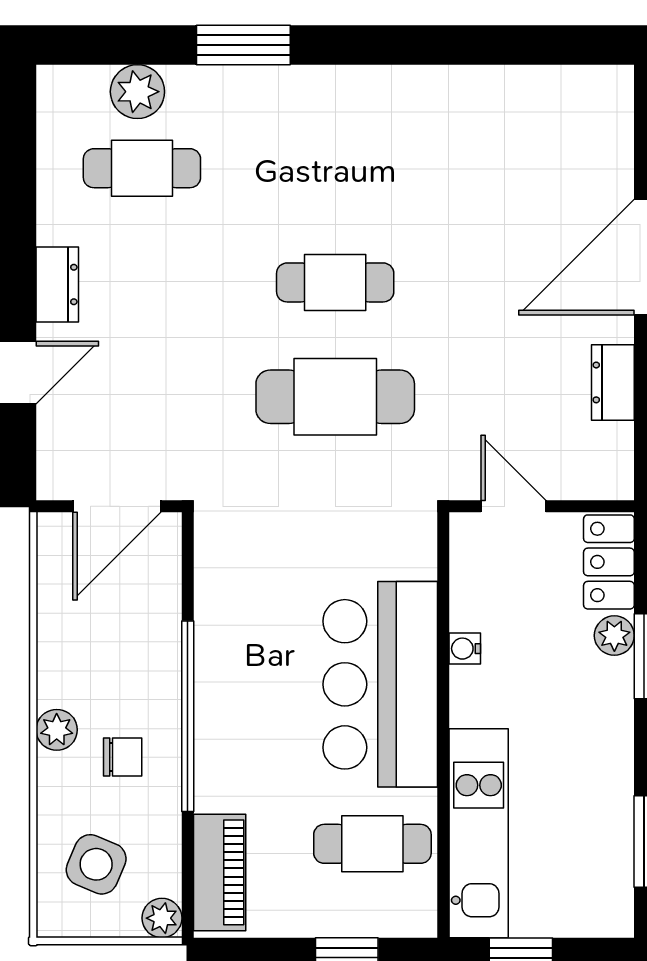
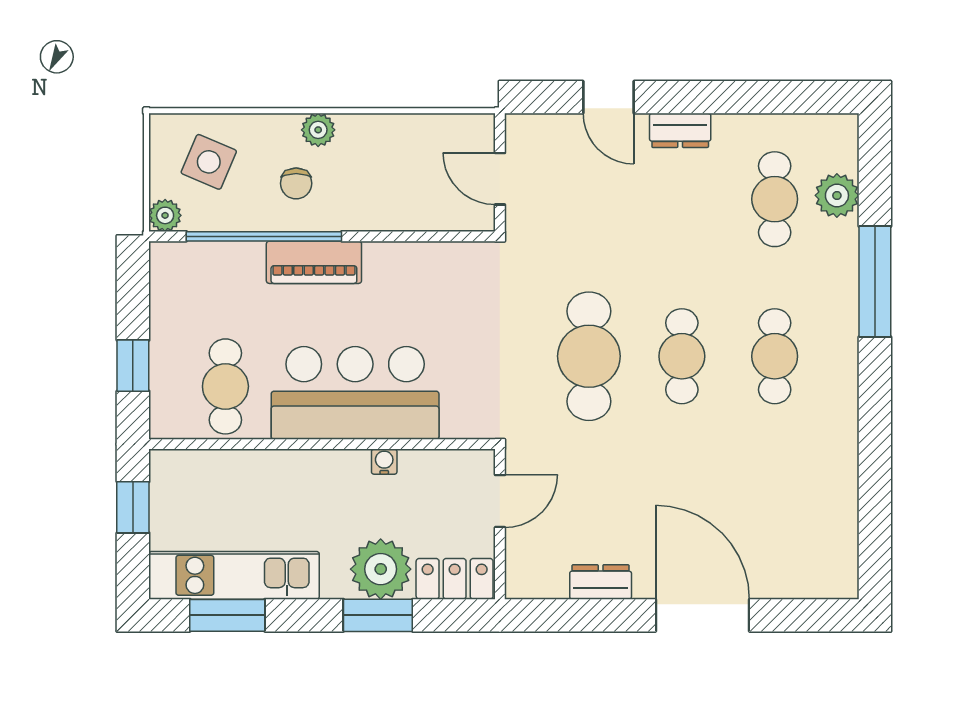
window: (243, 45) -> (875, 282), width x1.44
cafe table: (335, 168) -> (775, 356), added
door: (117, 506) -> (500, 179), width x0.73
plant: (614, 636) -> (381, 569), width x1.88, depth x1.88
window: (188, 716) -> (264, 236), moved
kitchen unit: (479, 833) -> (234, 575), moved, turned 180
piano: (220, 872) -> (314, 262), moved

